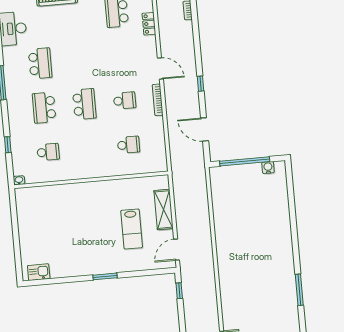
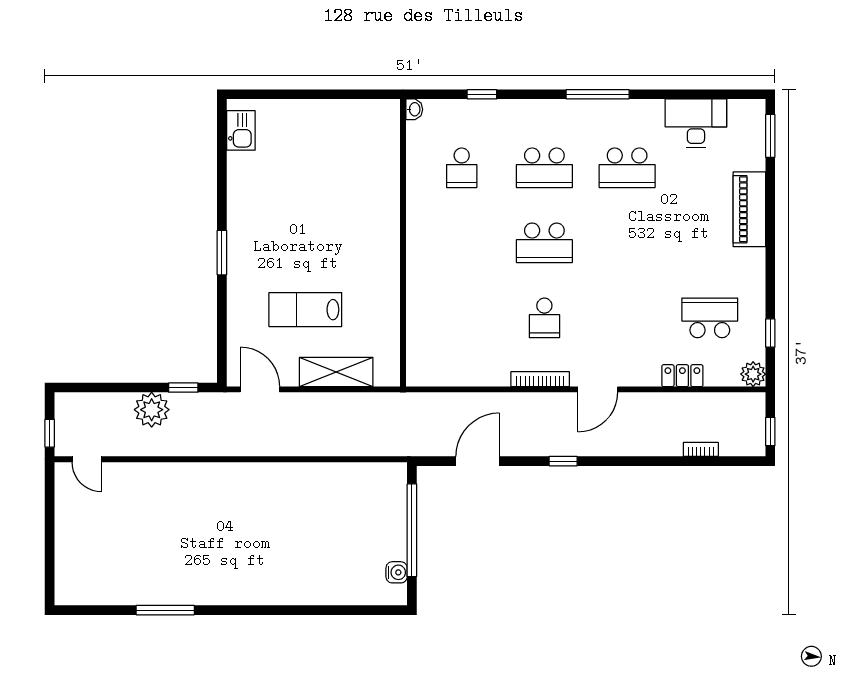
school desk: (44, 108) -> (544, 168), turned 180
school desk: (129, 145) -> (462, 318), removed
plant: (193, 307) -> (152, 410), added

